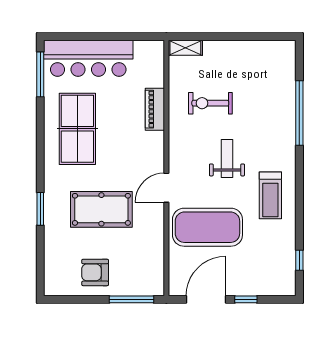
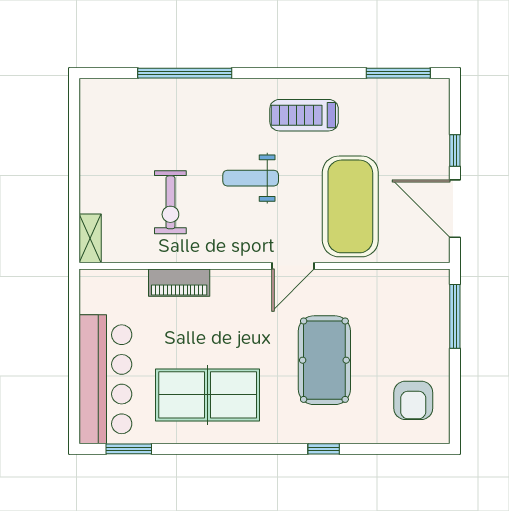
window: (40, 74) -> (129, 449), width x0.69
door: (166, 188) -> (293, 266), hinge flipped
treadmill: (270, 195) -> (304, 115), turned 180
window: (40, 209) -> (324, 449), width x0.67
window: (299, 260) -> (398, 73), width x2.17
armchair: (95, 272) -> (413, 400), moved

